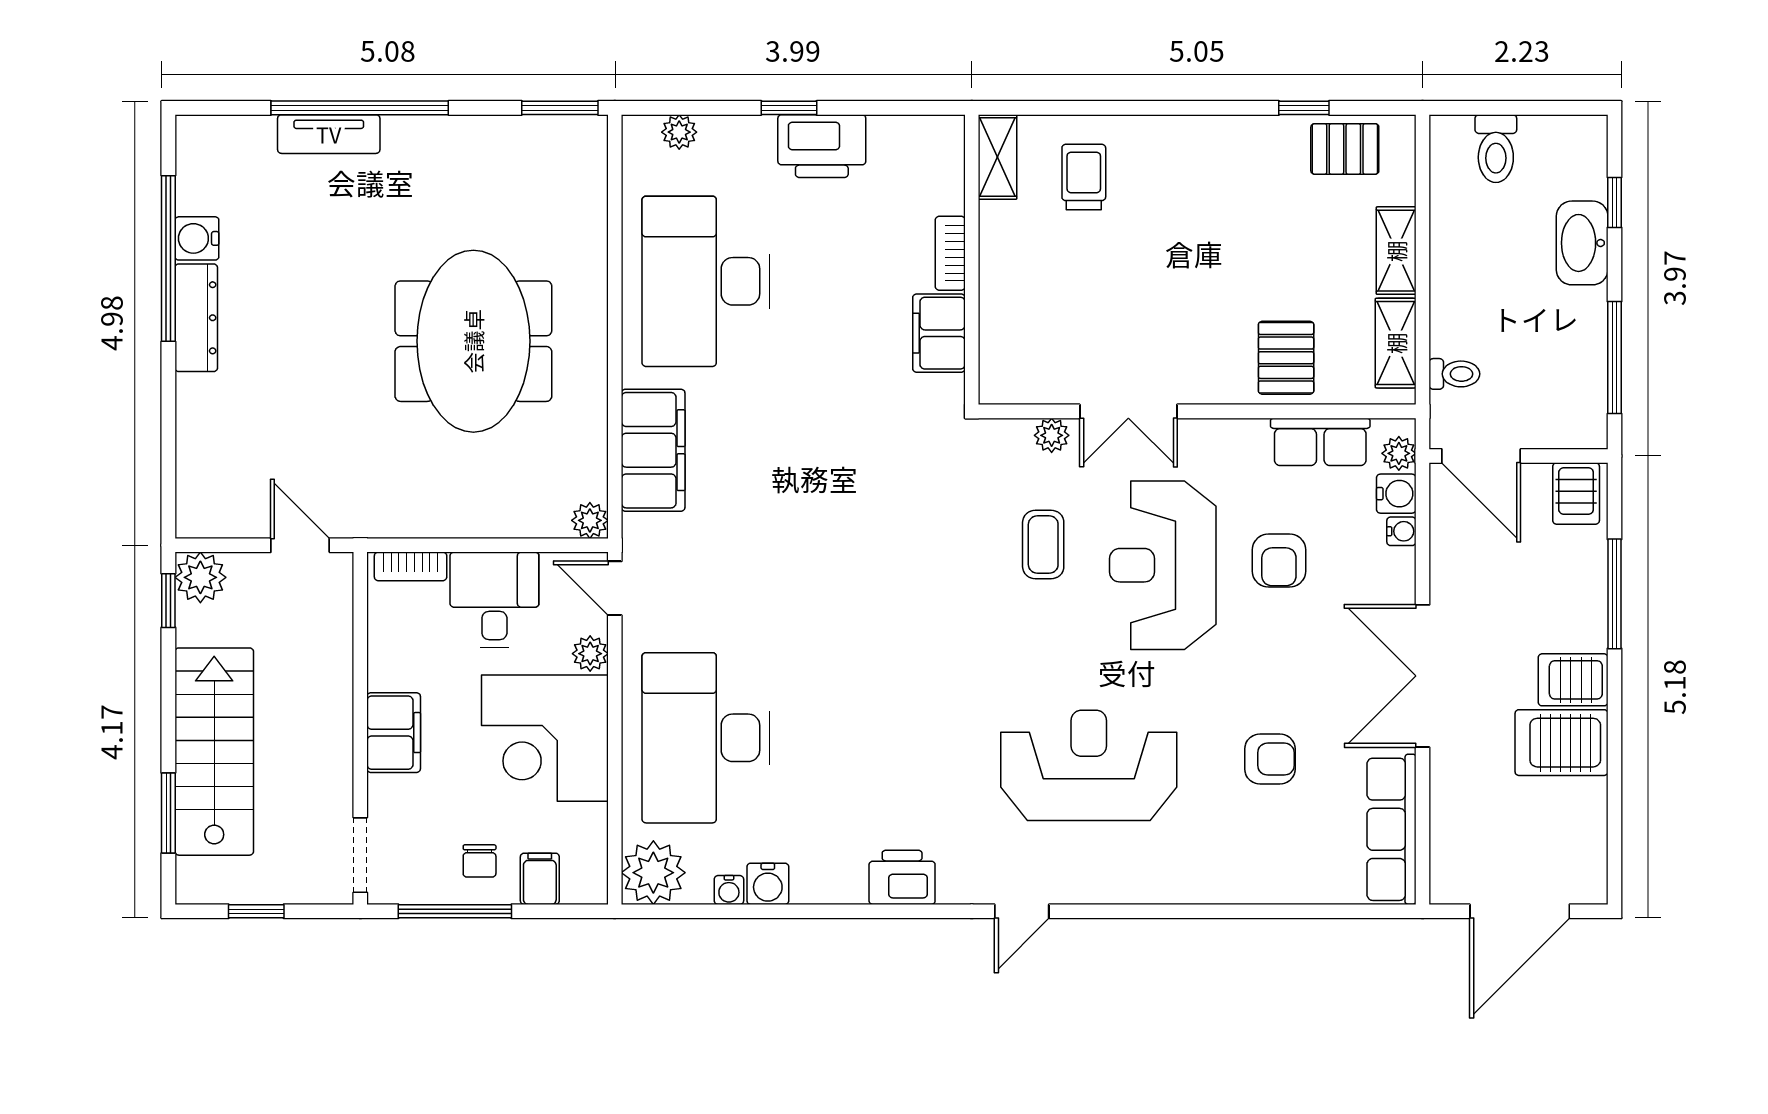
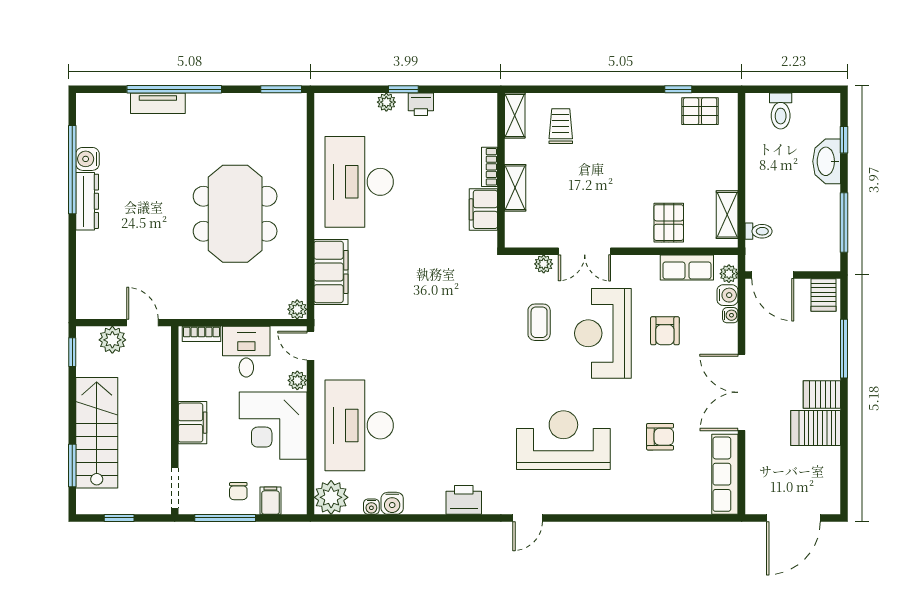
plant: (679, 132) -> (386, 102), moved
printer: (822, 146) -> (421, 104), width x0.53, depth x0.68
shelving: (1396, 251) -> (515, 188), moved
plant: (200, 577) -> (112, 340), moved

